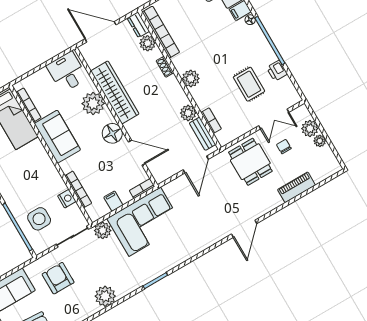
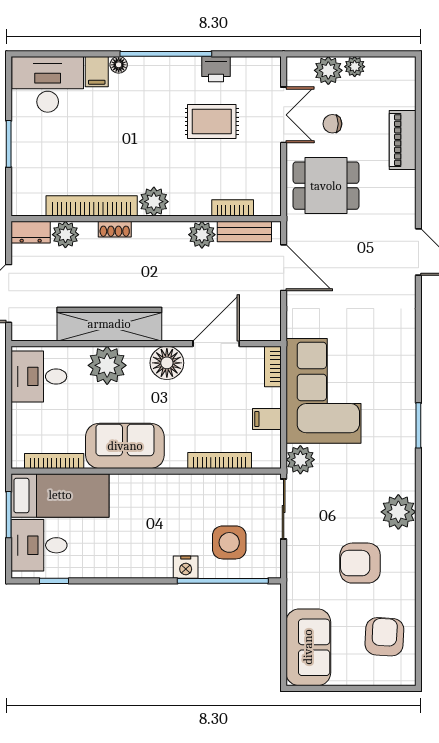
bookcase: (161, 32) -> (92, 206), moved
nightstand: (67, 199) -> (186, 567), moved, turned 180
armchair: (58, 278) -> (360, 563), moved

